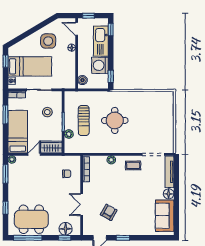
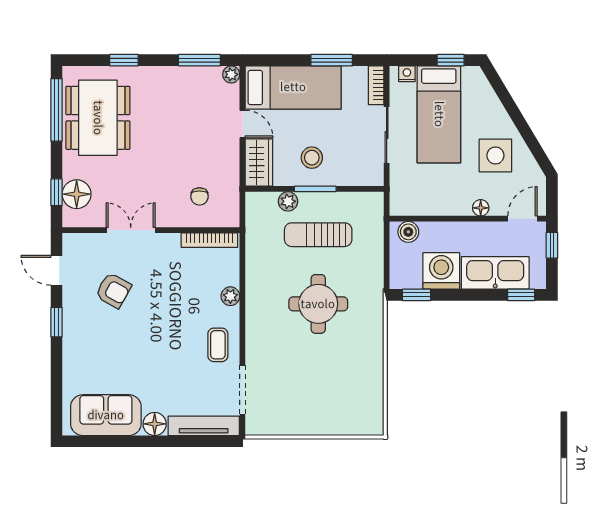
stool: (47, 112) -> (312, 158), moved

